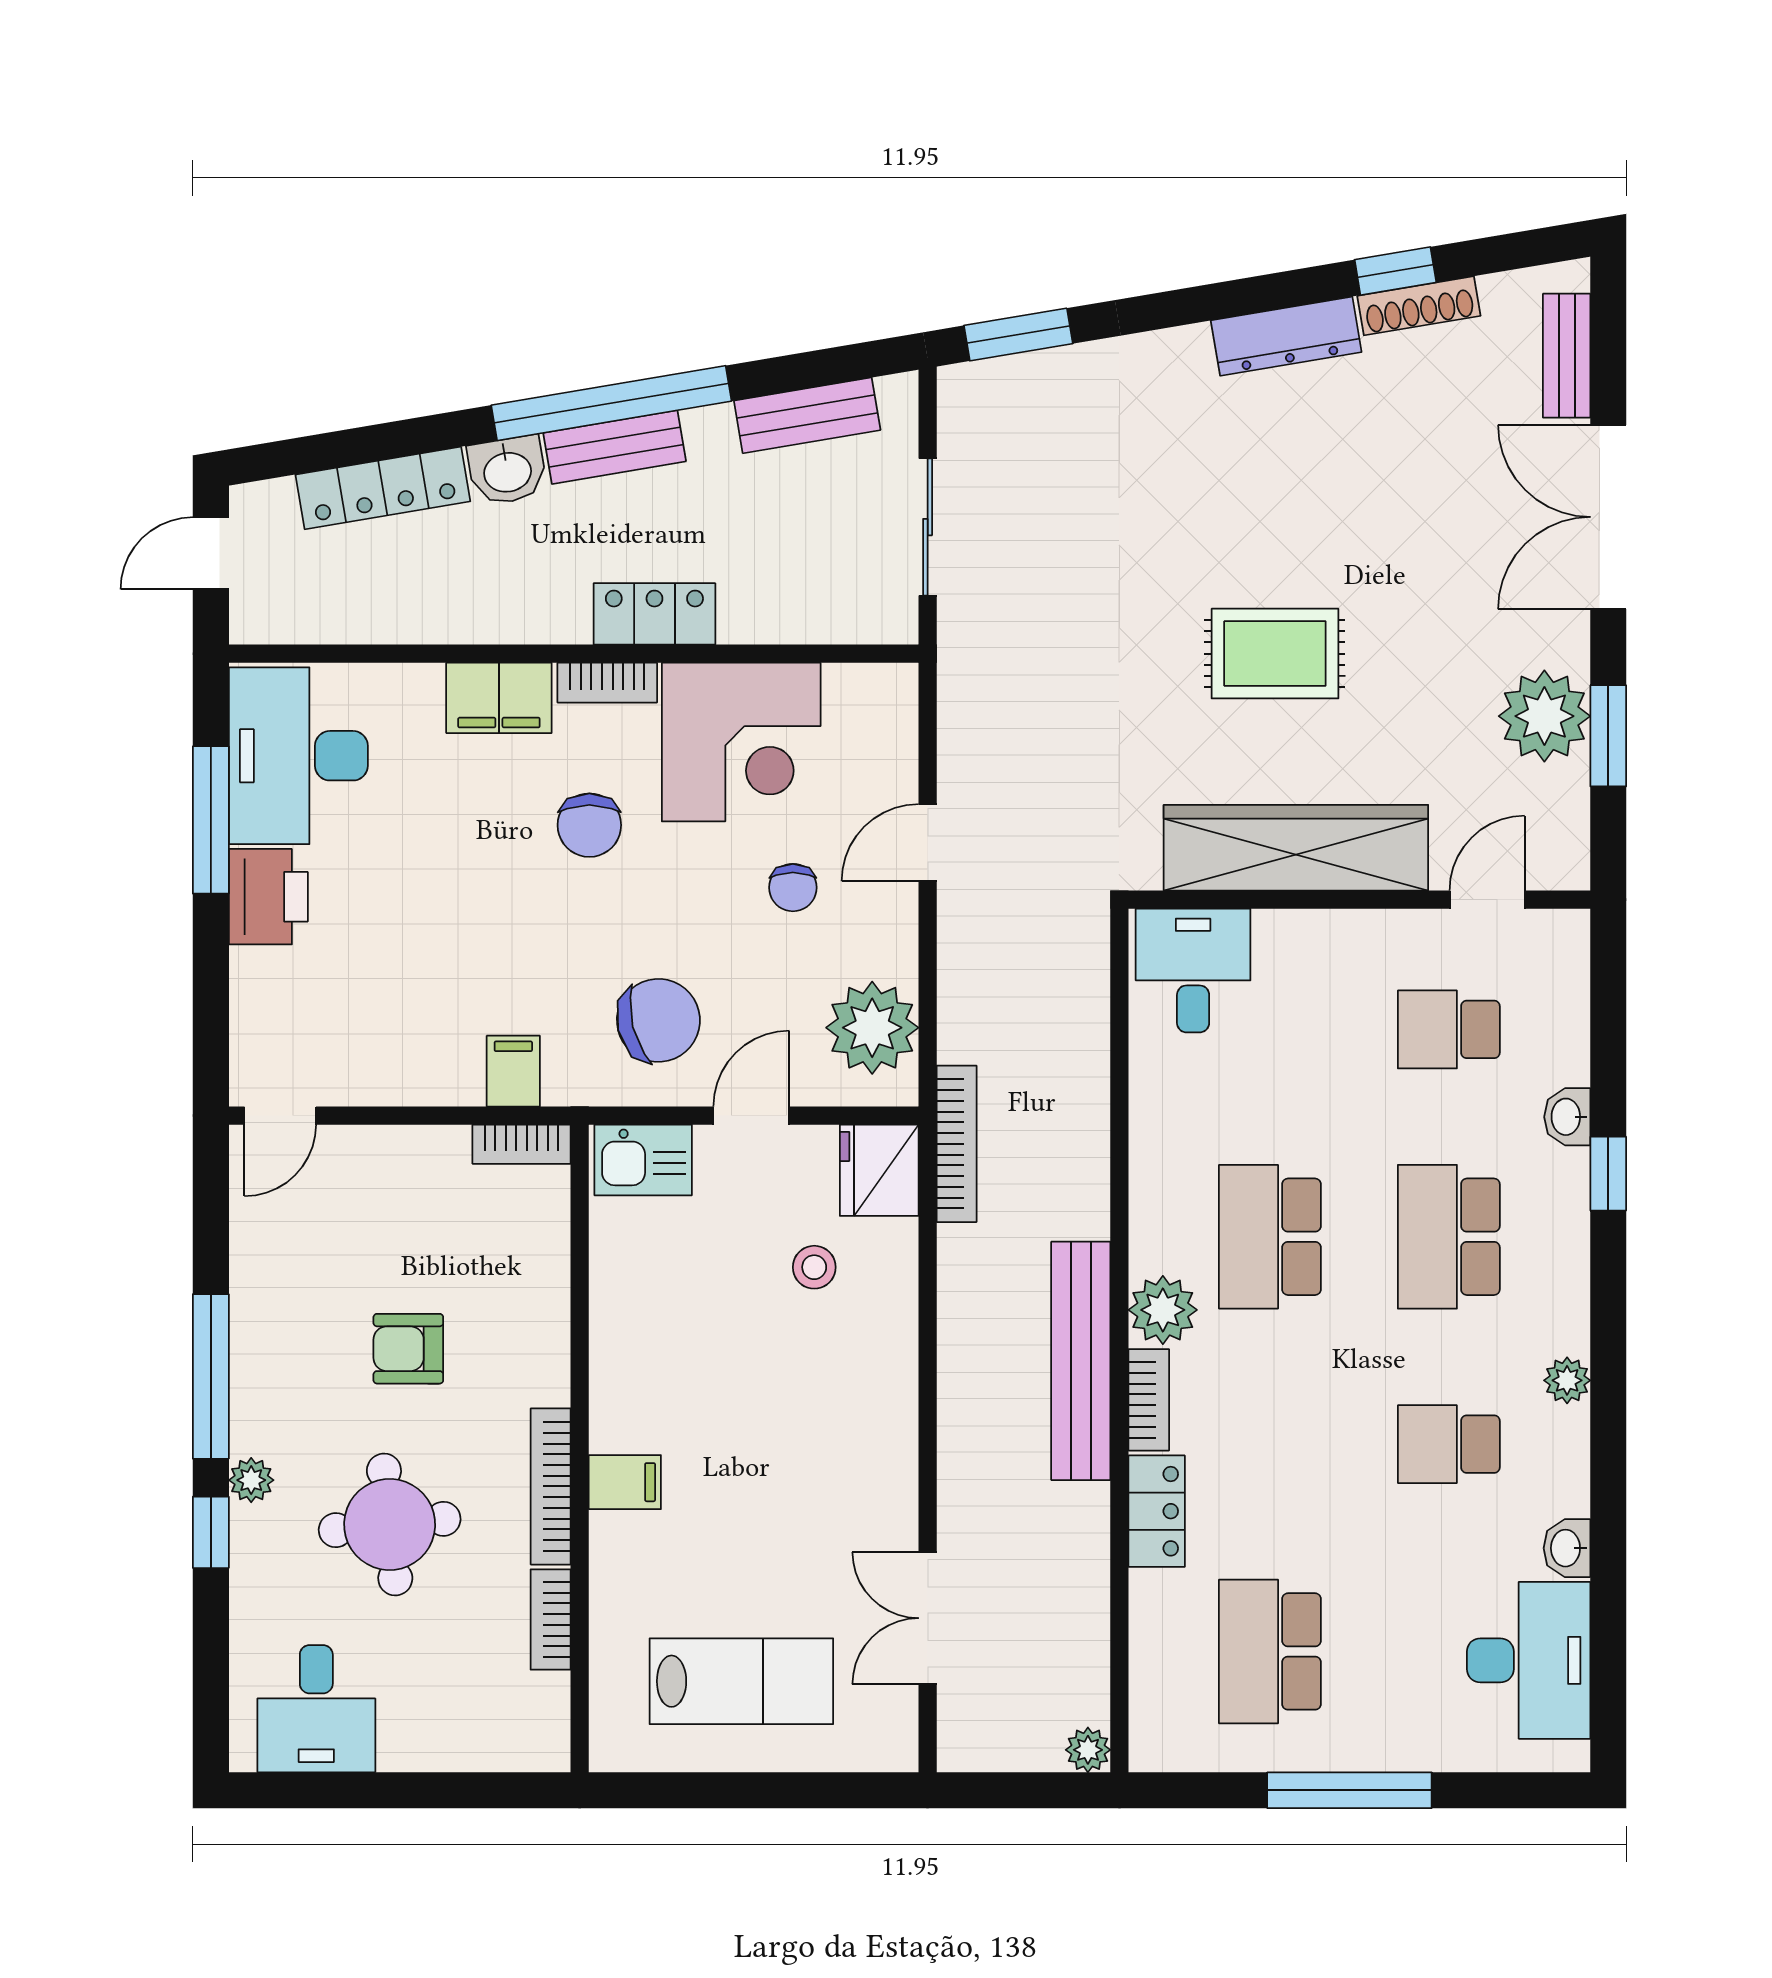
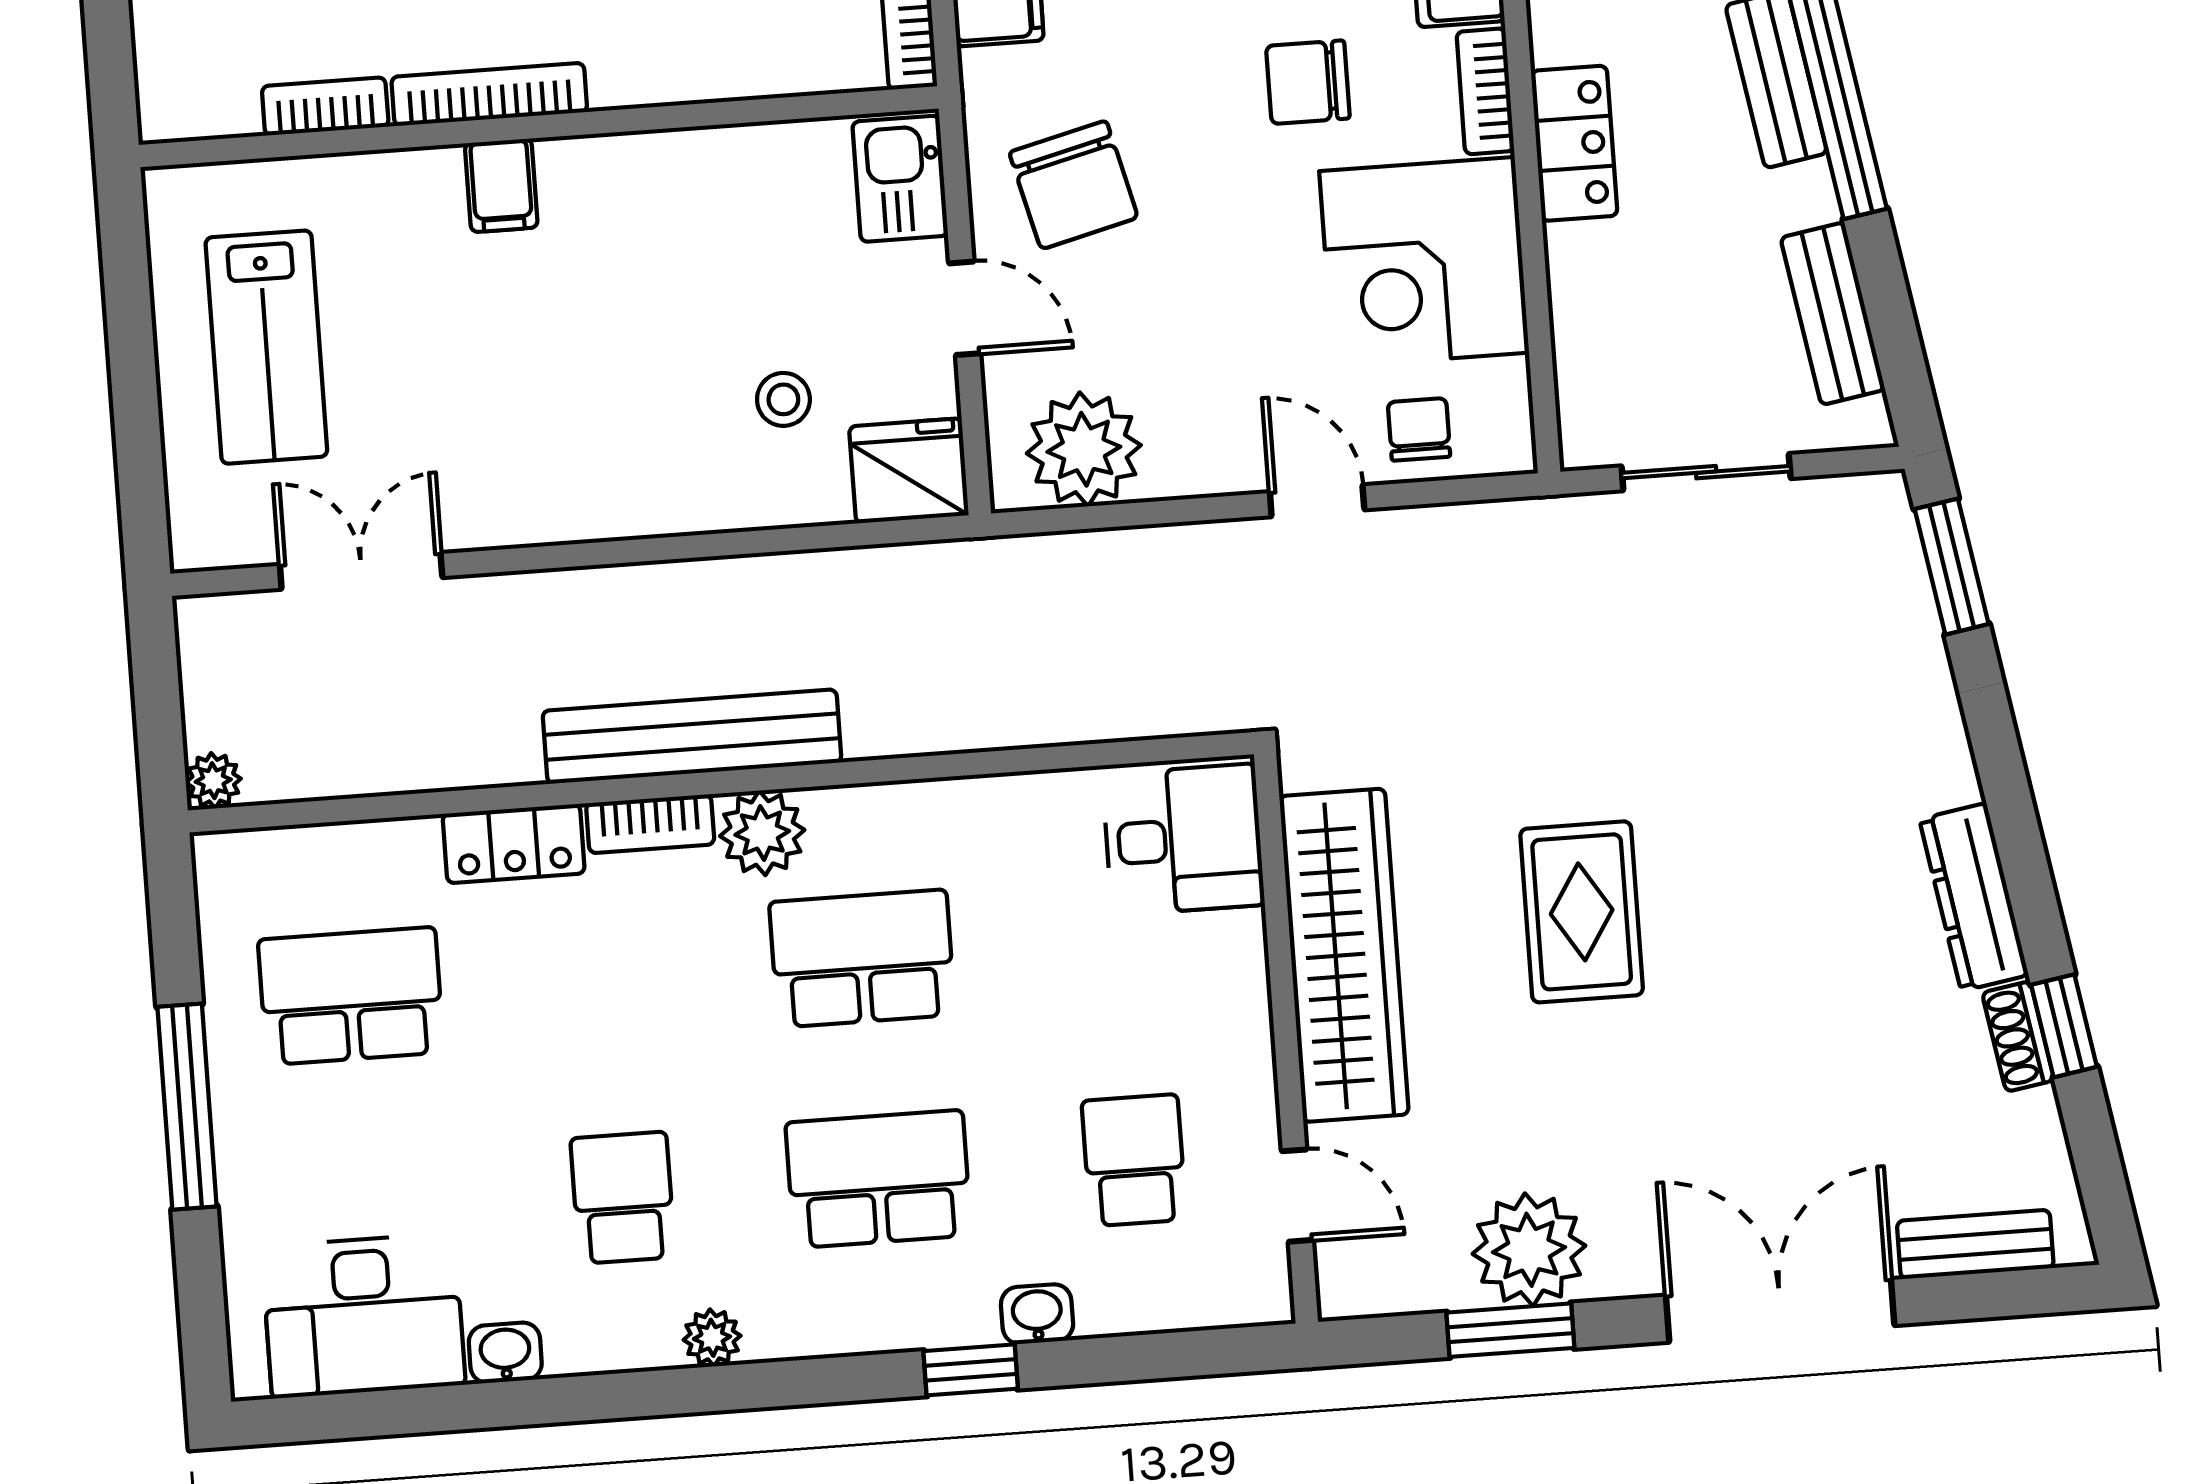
shoe rack: (1419, 306) -> (2018, 1036), width x0.70
chair: (793, 888) -> (1419, 429), moved, turned 90
bookcase: (957, 1144) -> (948, 564), removed

